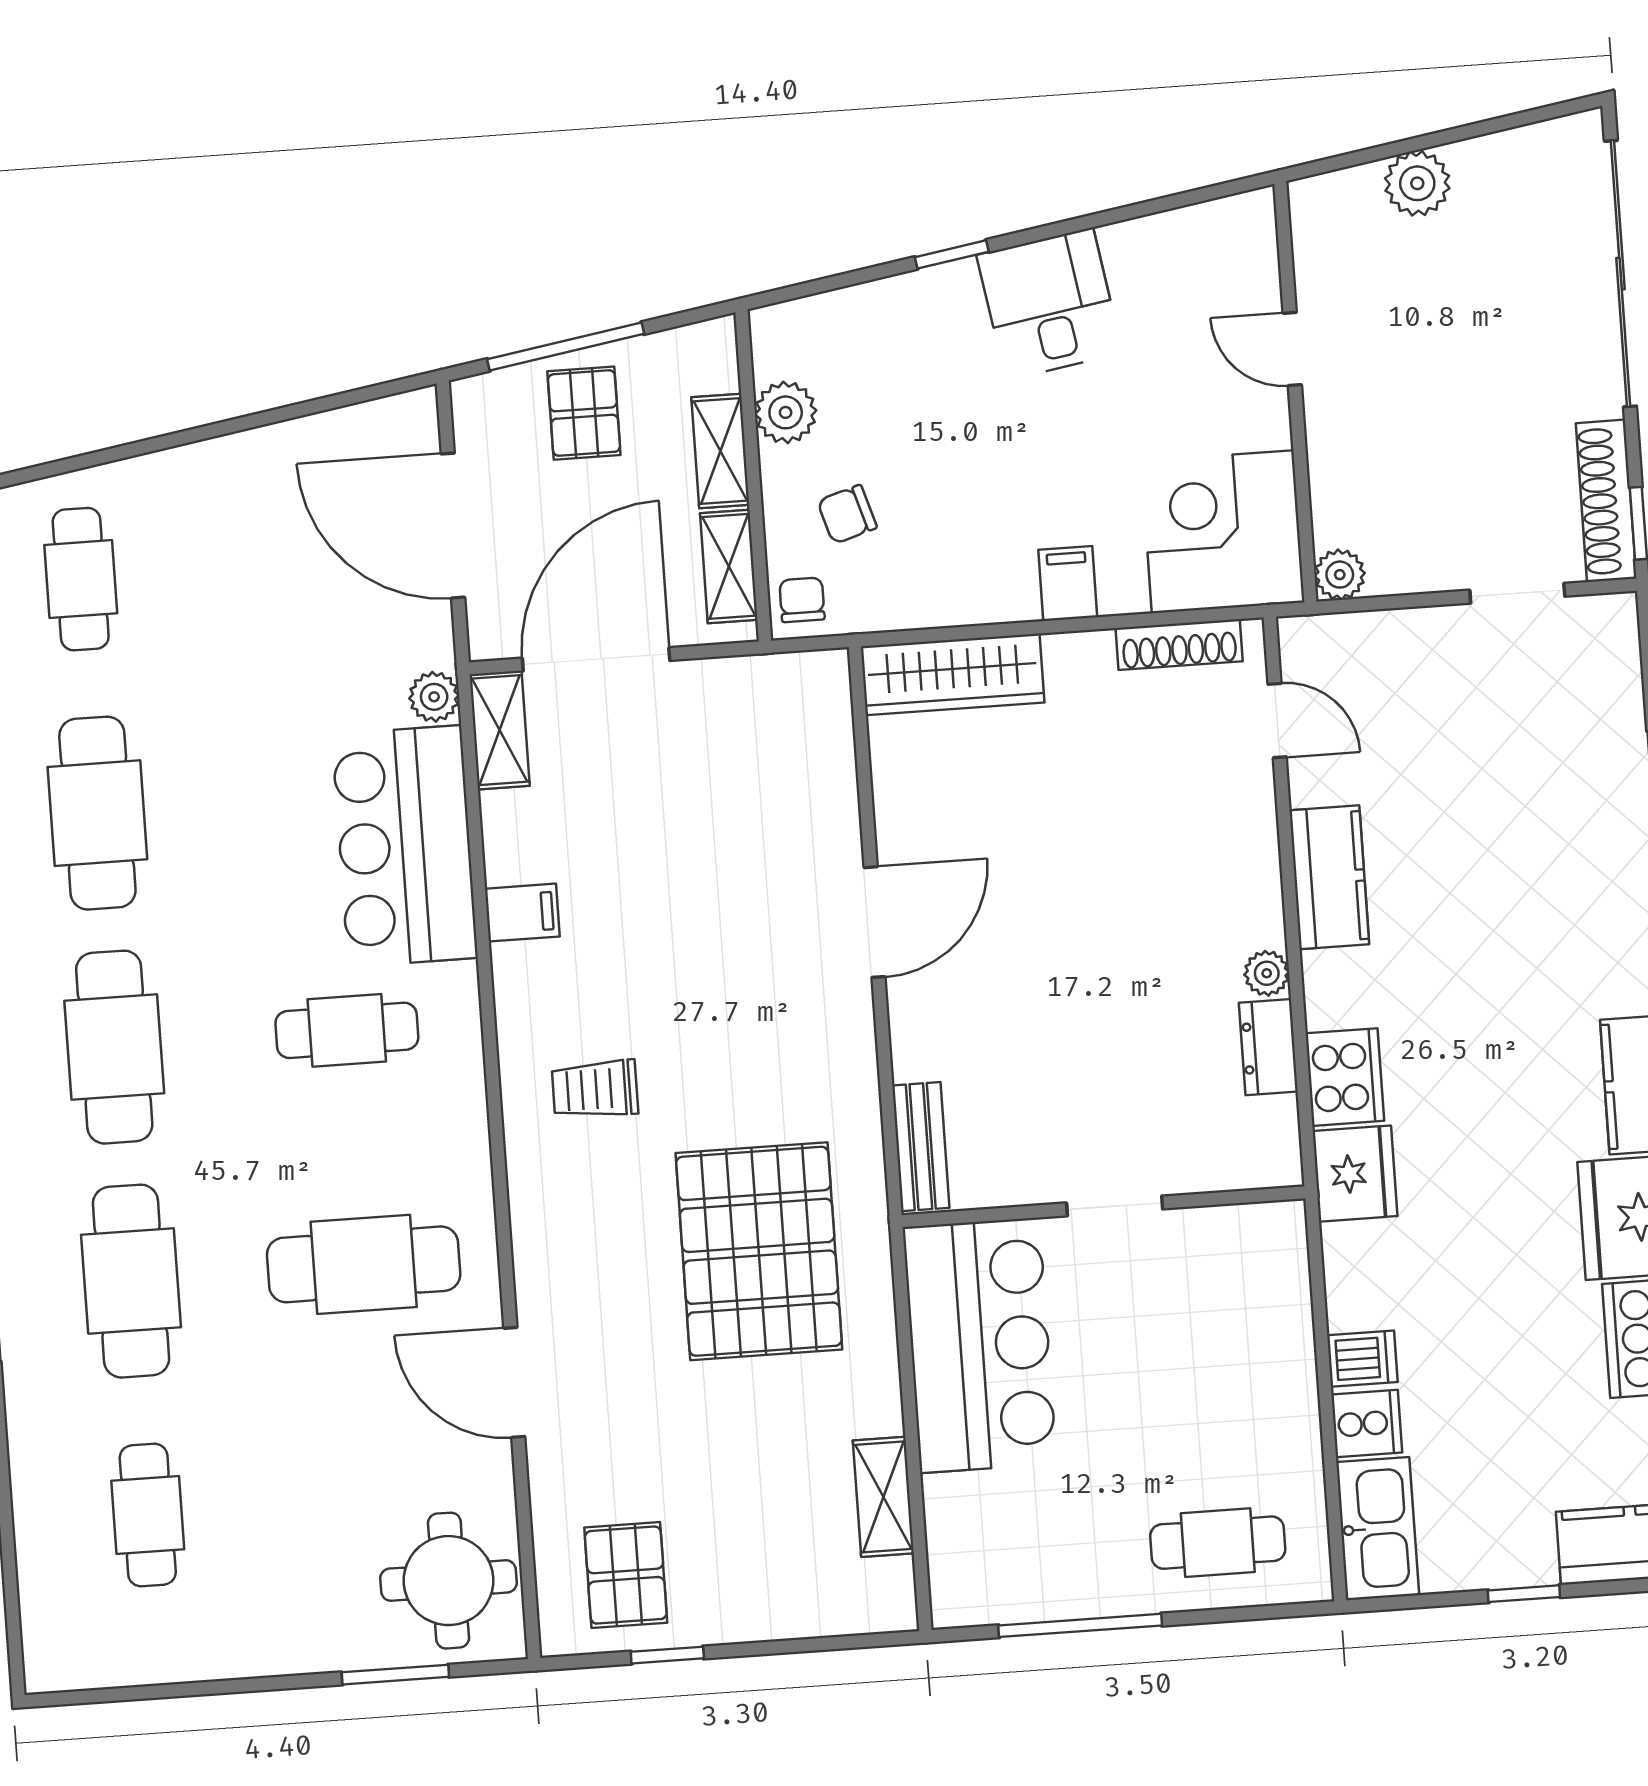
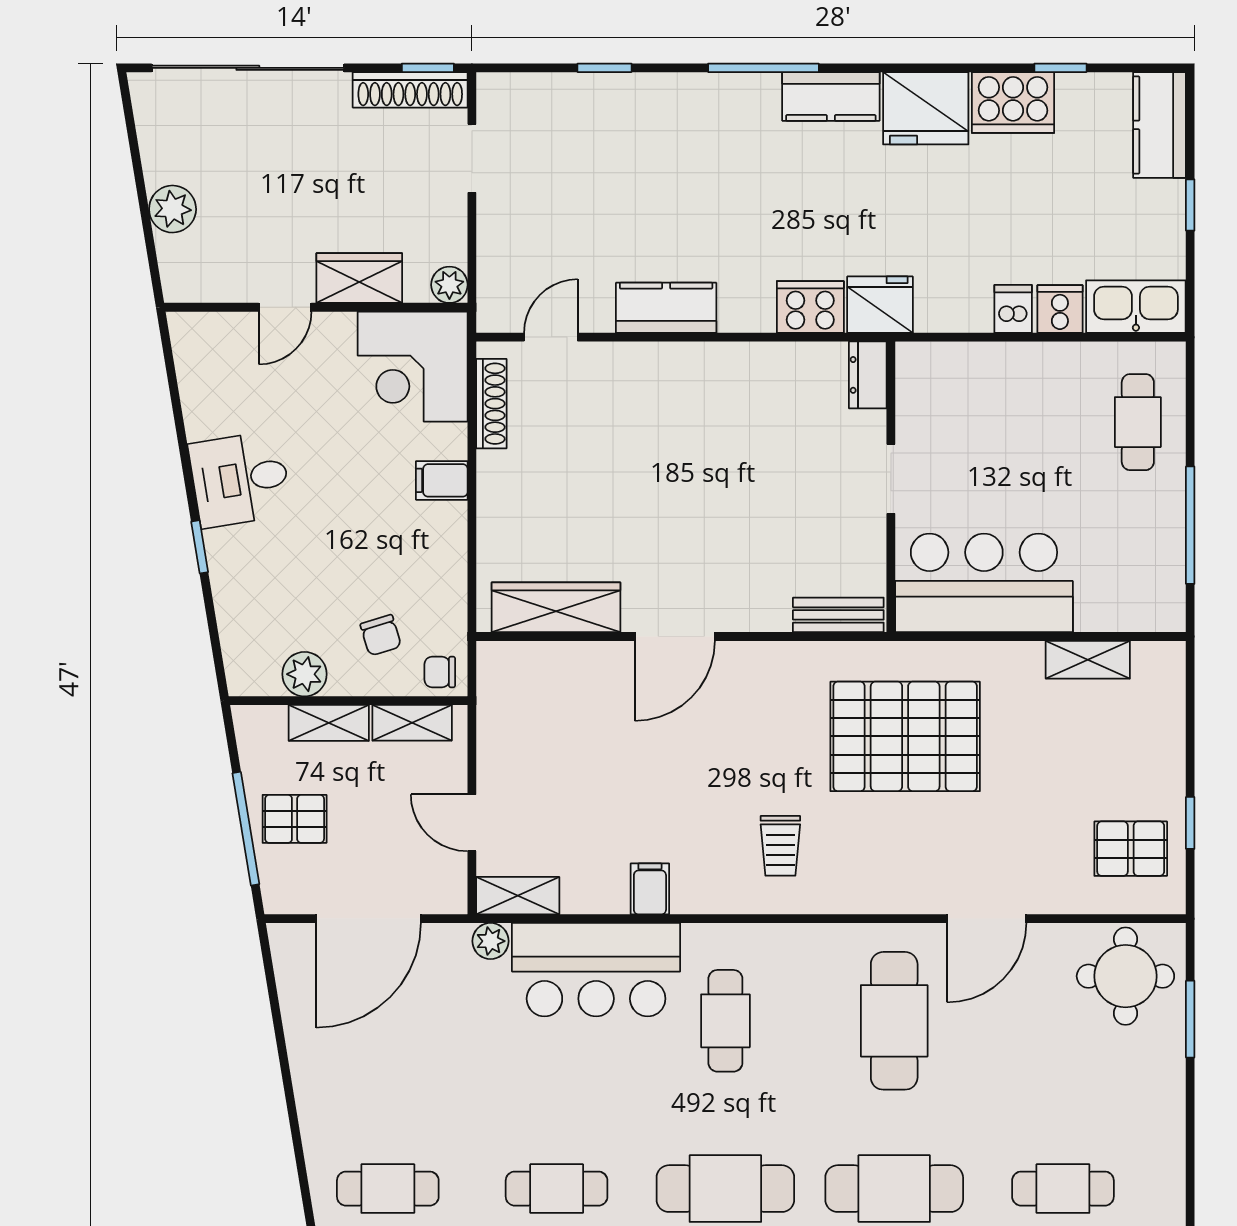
wardrobe: (1340, 449) -> (359, 278), added
door: (596, 659) -> (472, 823), width x0.53
wardrobe: (953, 674) -> (556, 607), moved, turned -90
cafe table: (97, 813) -> (557, 1189), width x0.73, depth x0.74
door: (875, 922) -> (675, 637), swing flipped
plant: (1267, 973) -> (732, 358), removed
dresser: (1268, 1047) -> (868, 375), moved, turned 90

